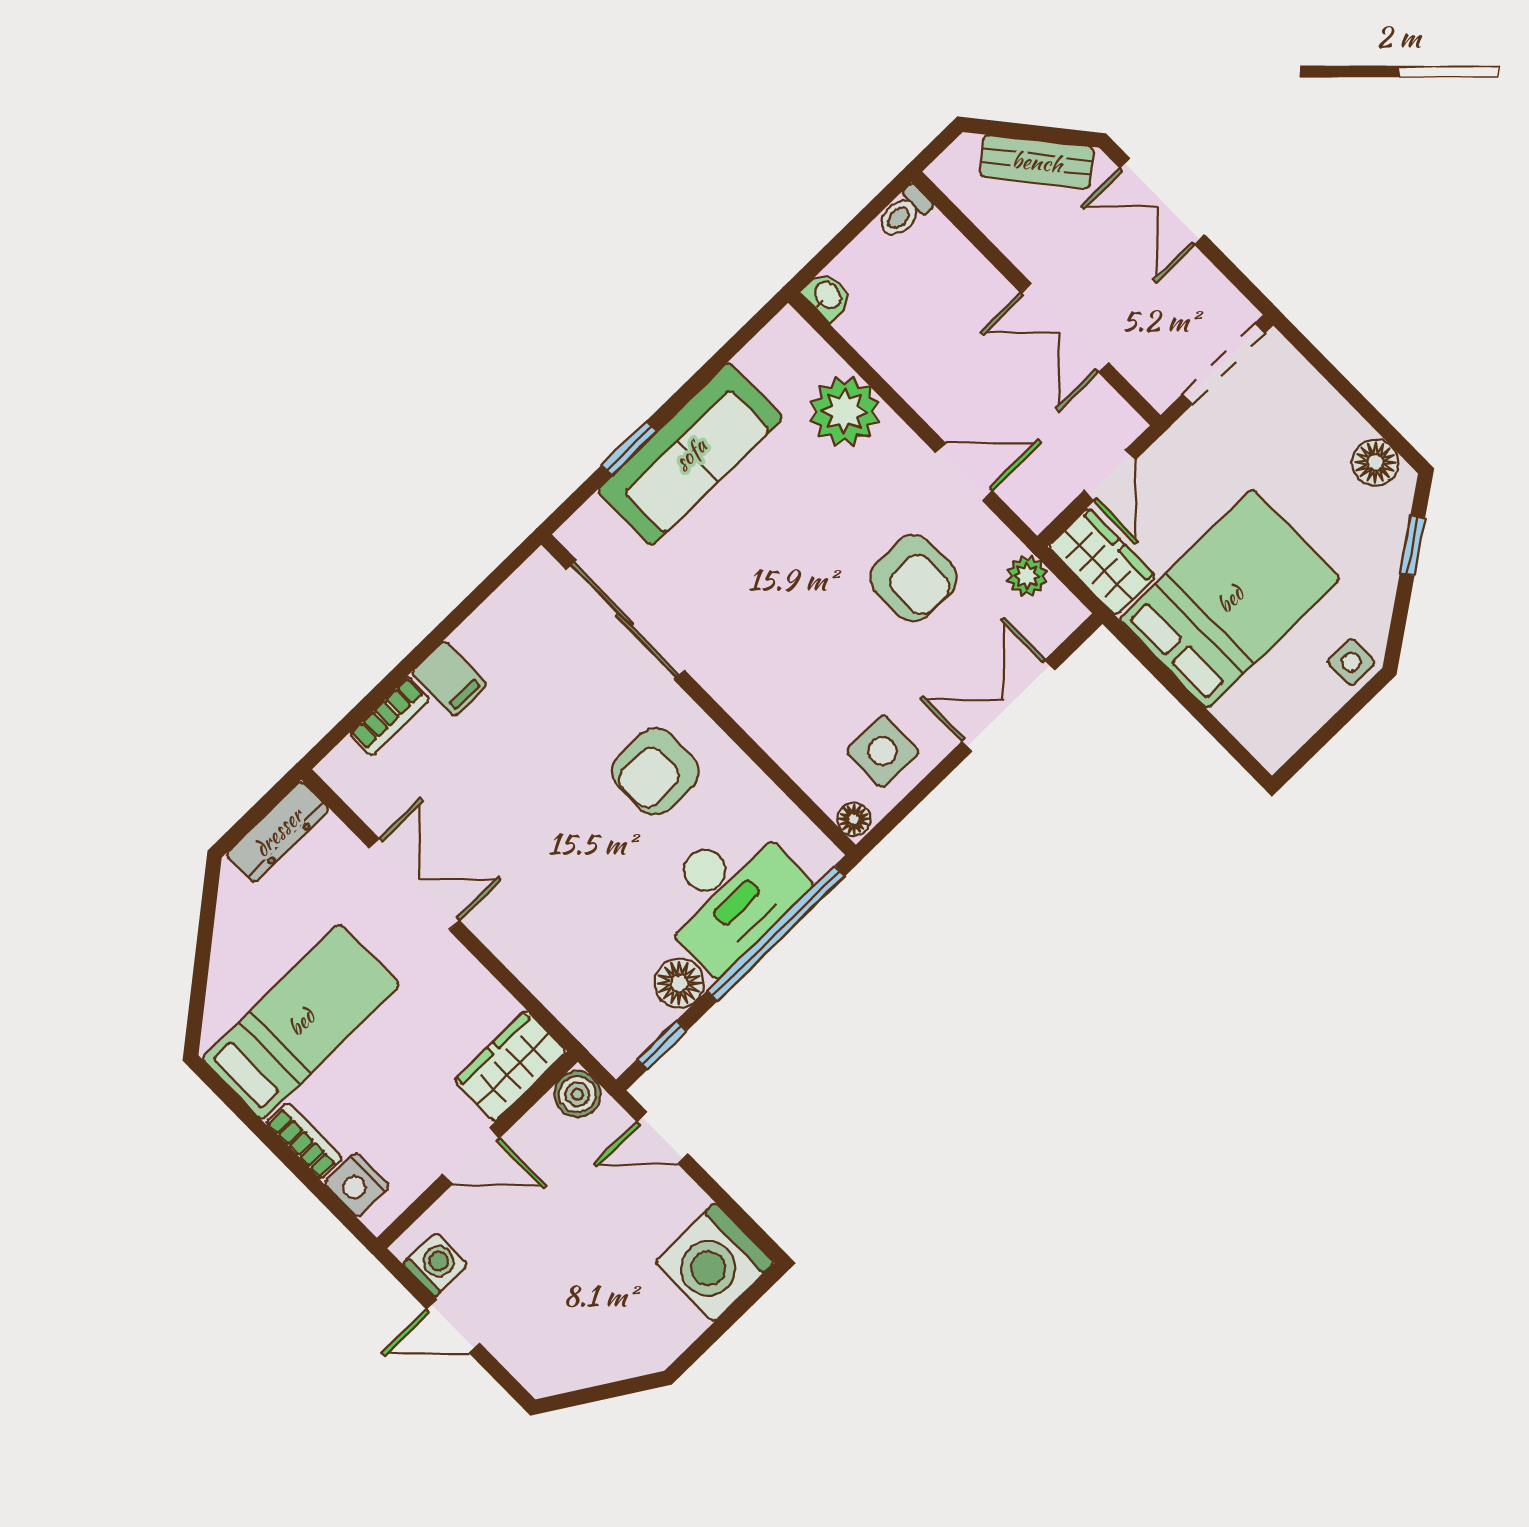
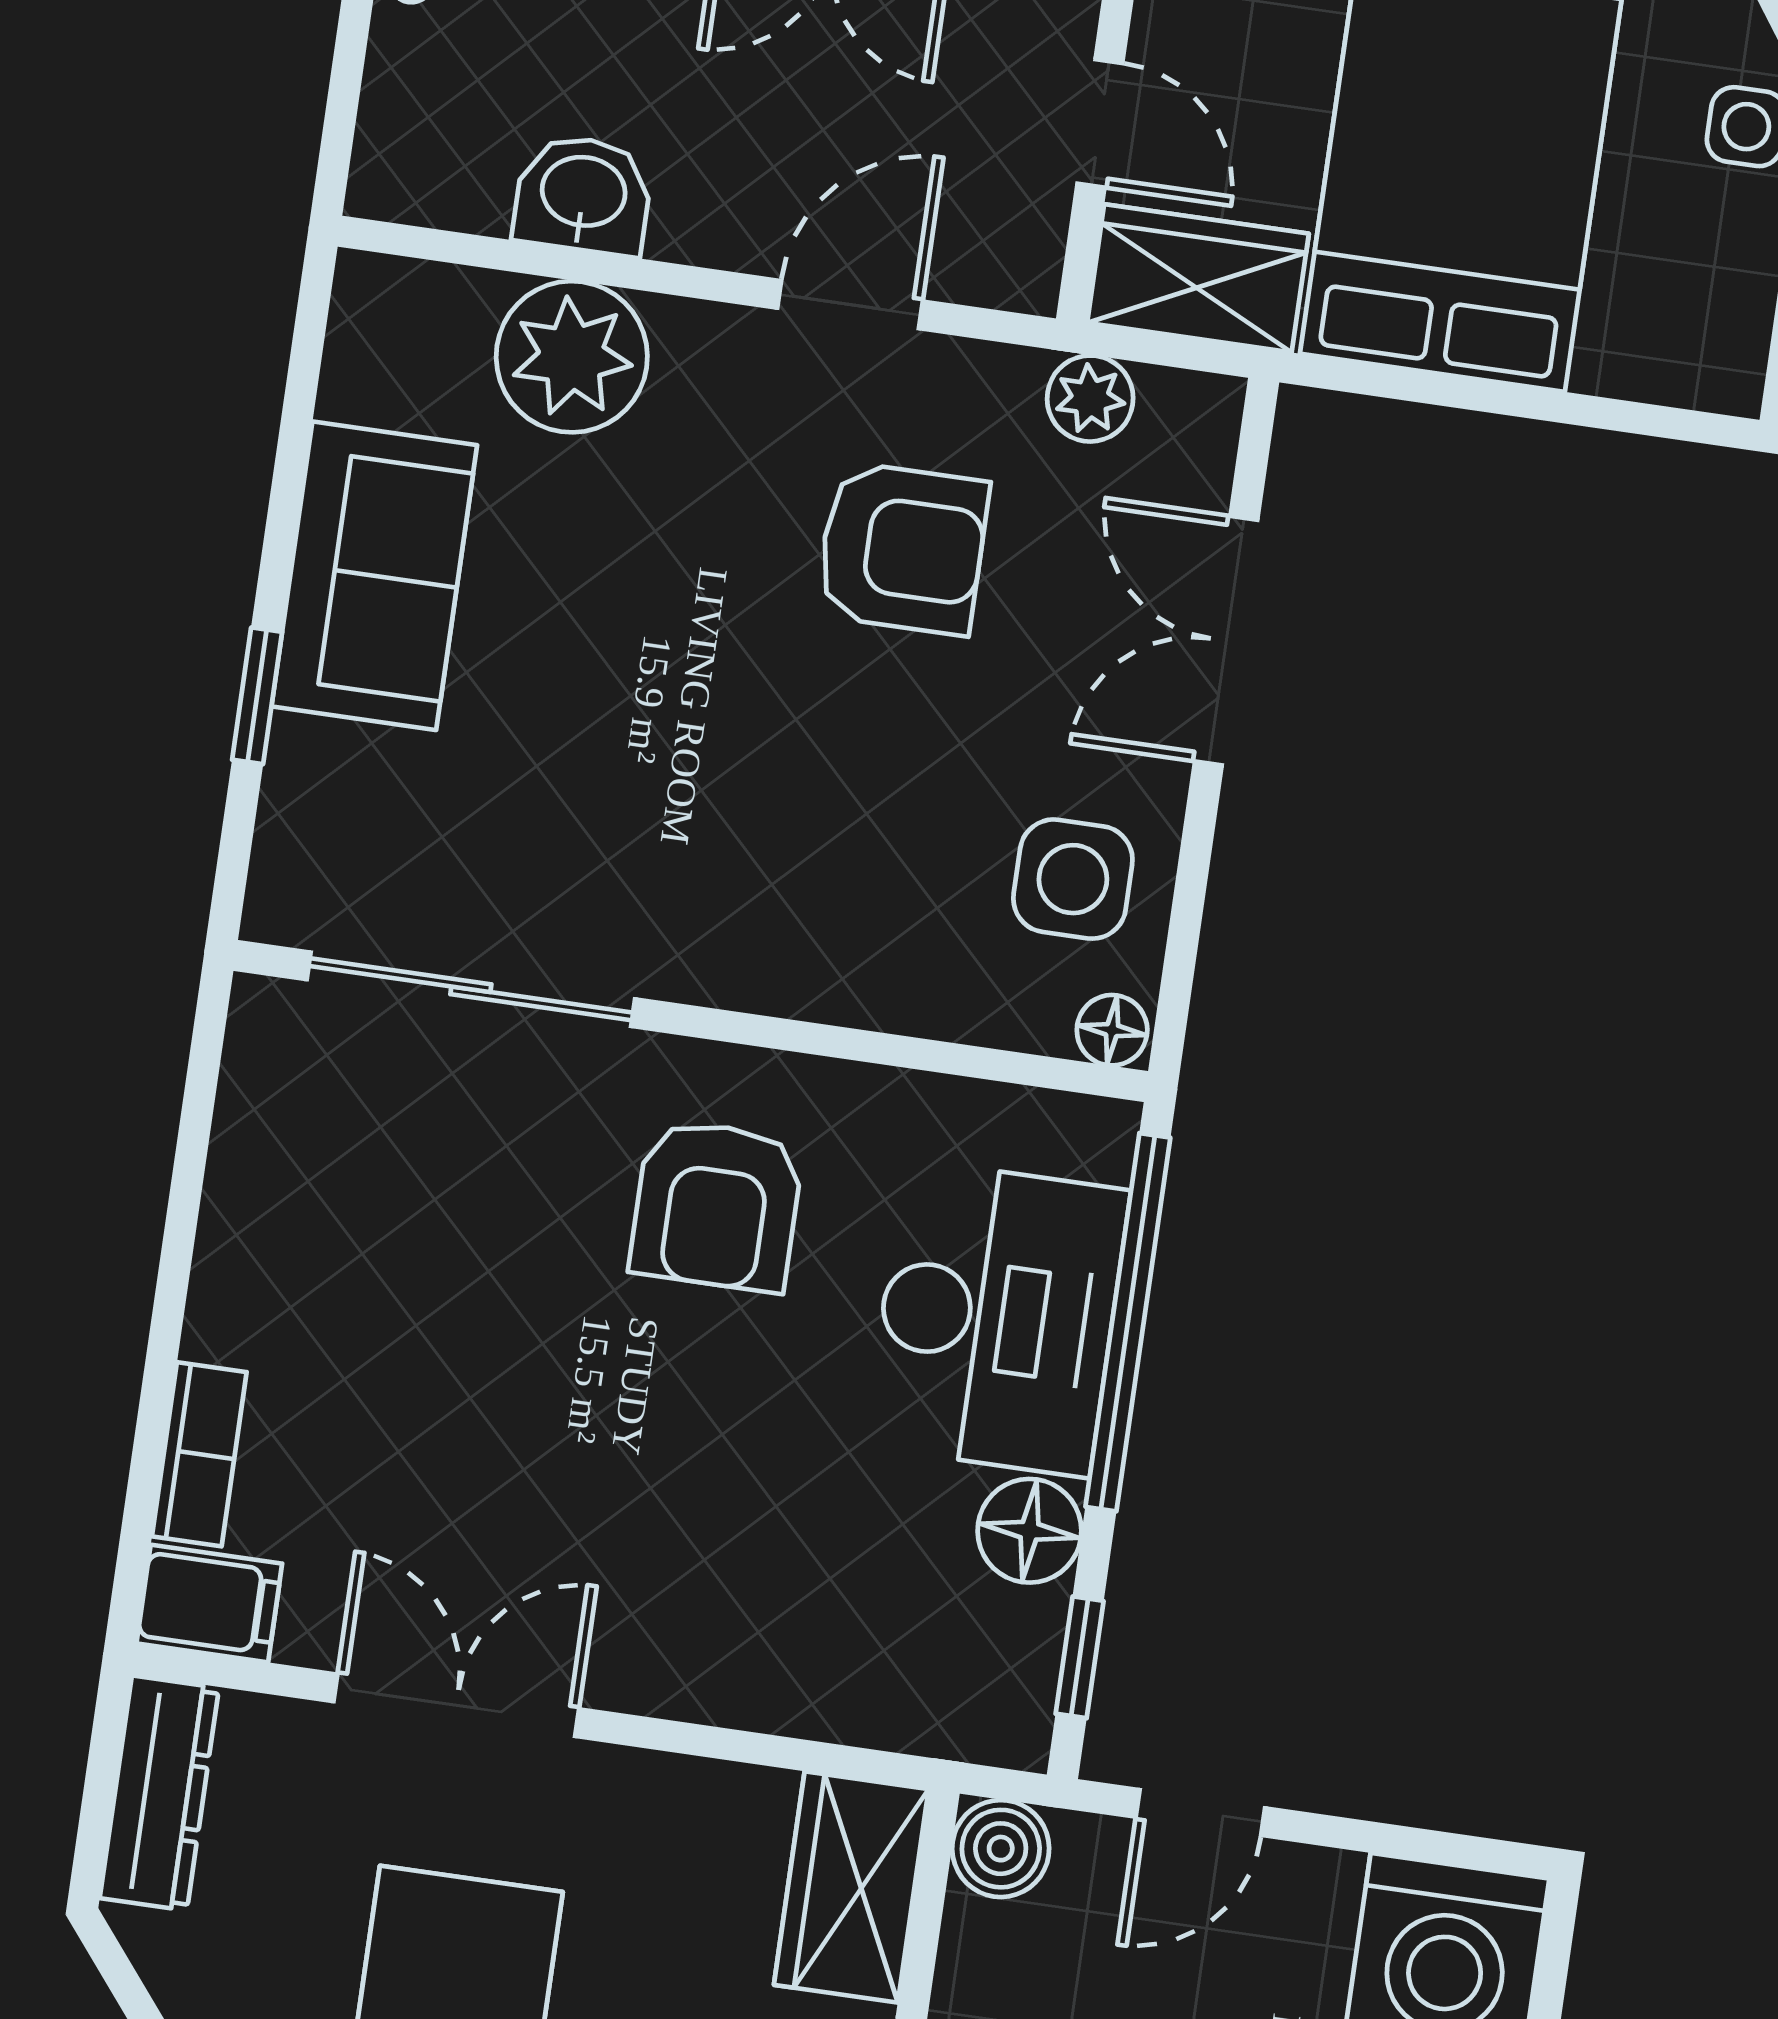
washbasin: (827, 296) -> (583, 195), moved, width x1.38, depth x1.45
sofa: (690, 454) -> (374, 576), width x0.73
filing cabinet: (449, 679) -> (209, 1603), moved

